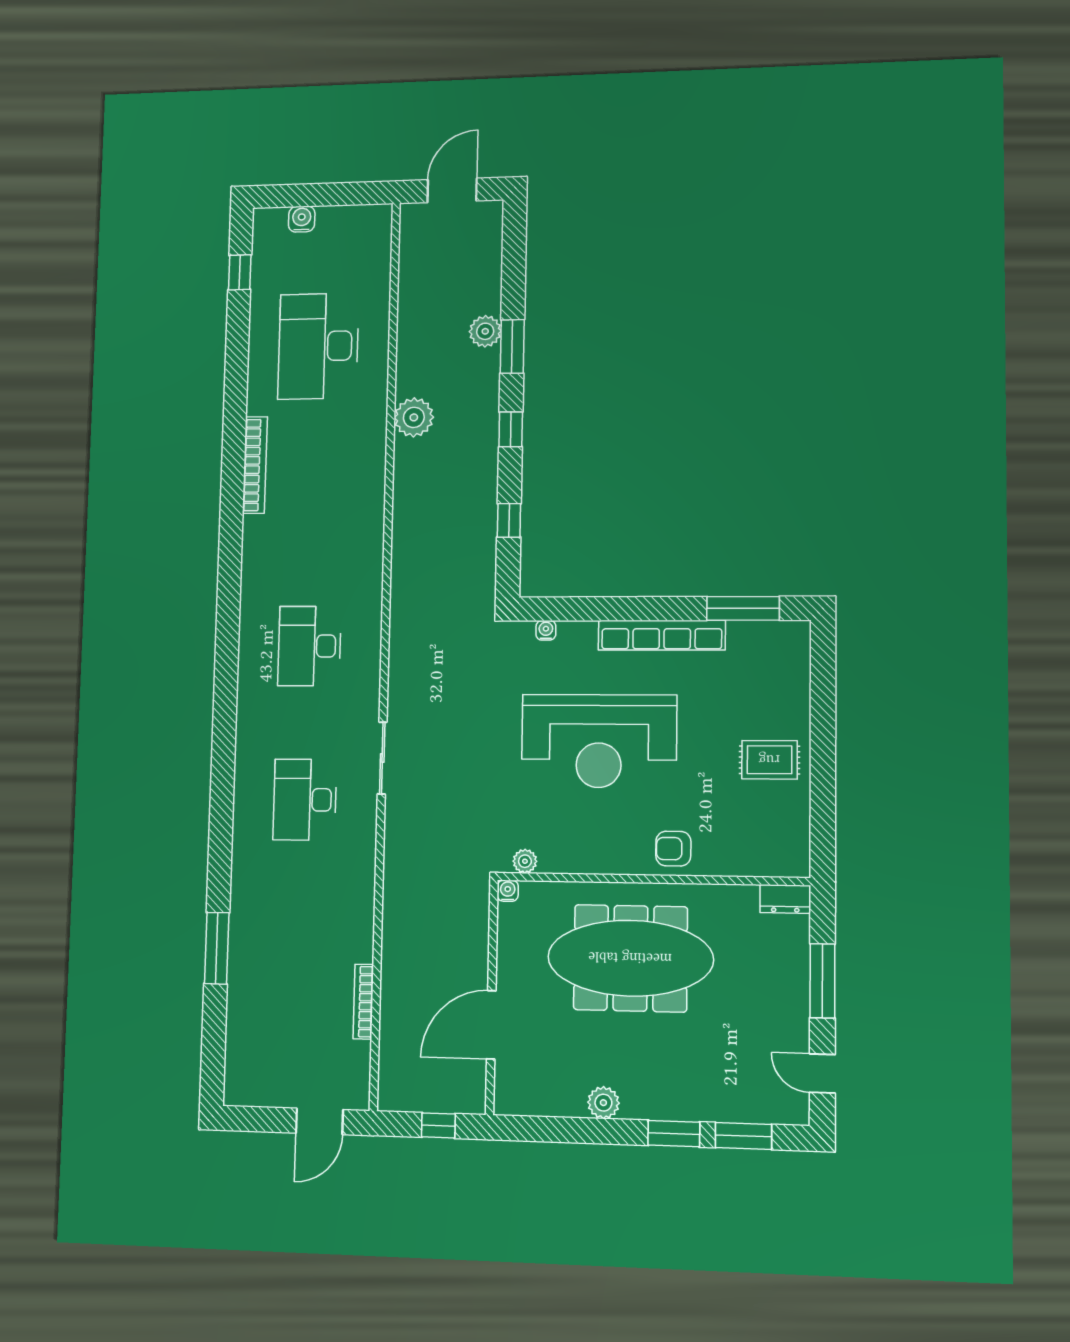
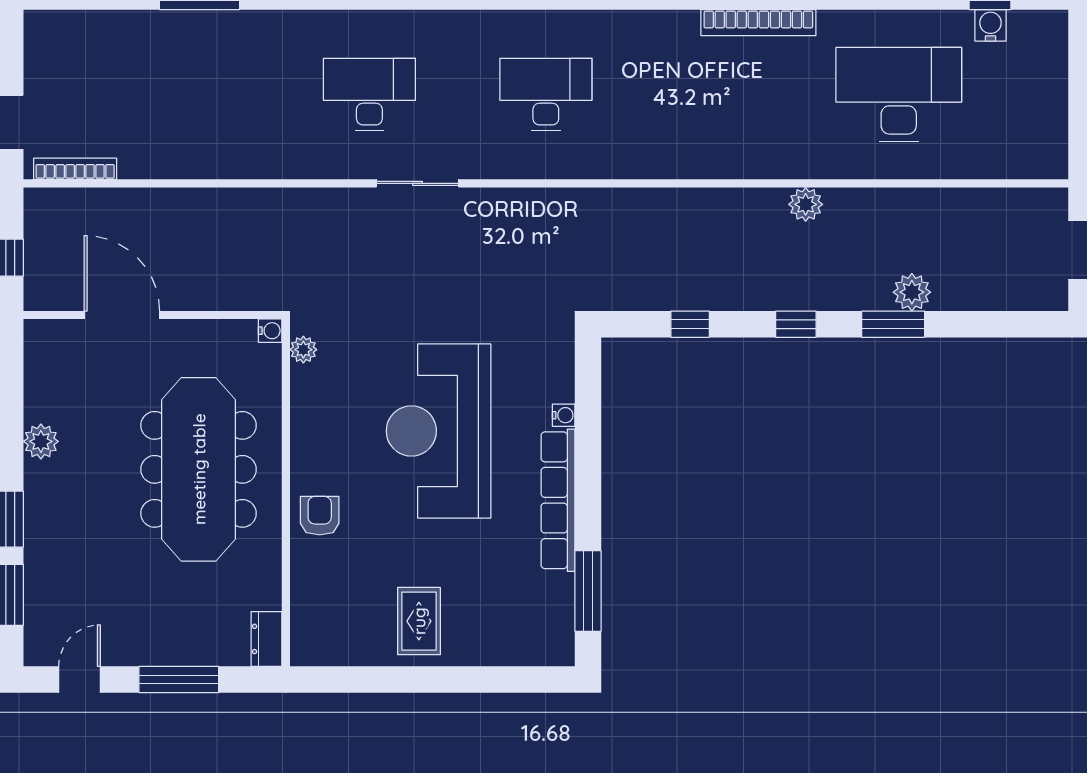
water cooler: (302, 219) -> (990, 25), moved, turned -90
plant: (414, 417) -> (806, 204), width x0.73, depth x0.73
water cooler: (546, 630) -> (564, 415), moved
bookcase: (363, 1002) -> (75, 169), moved

